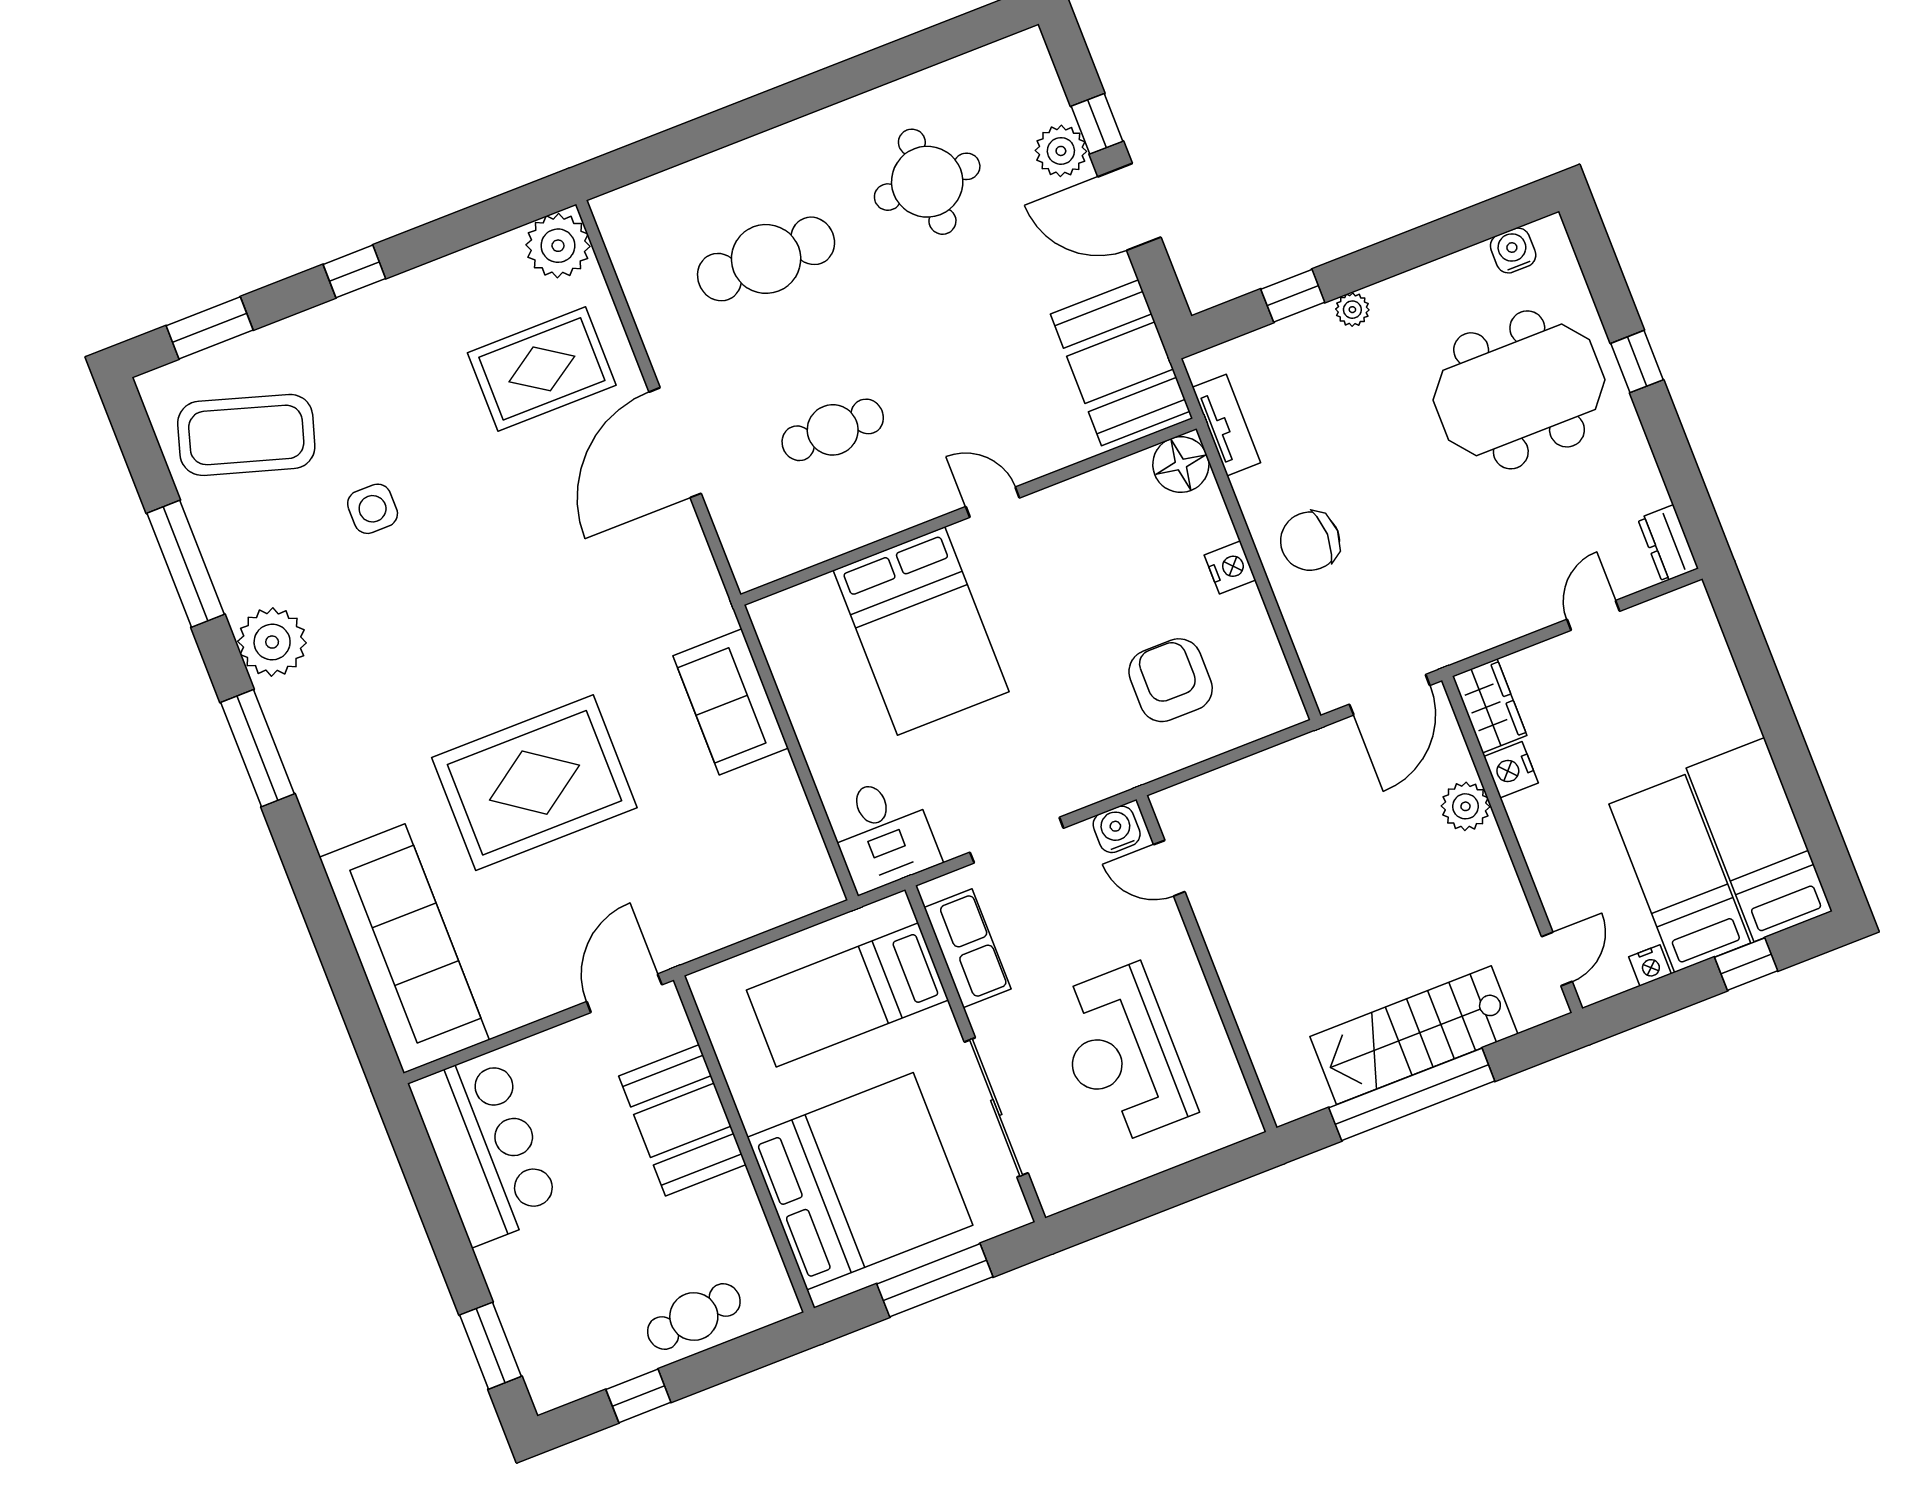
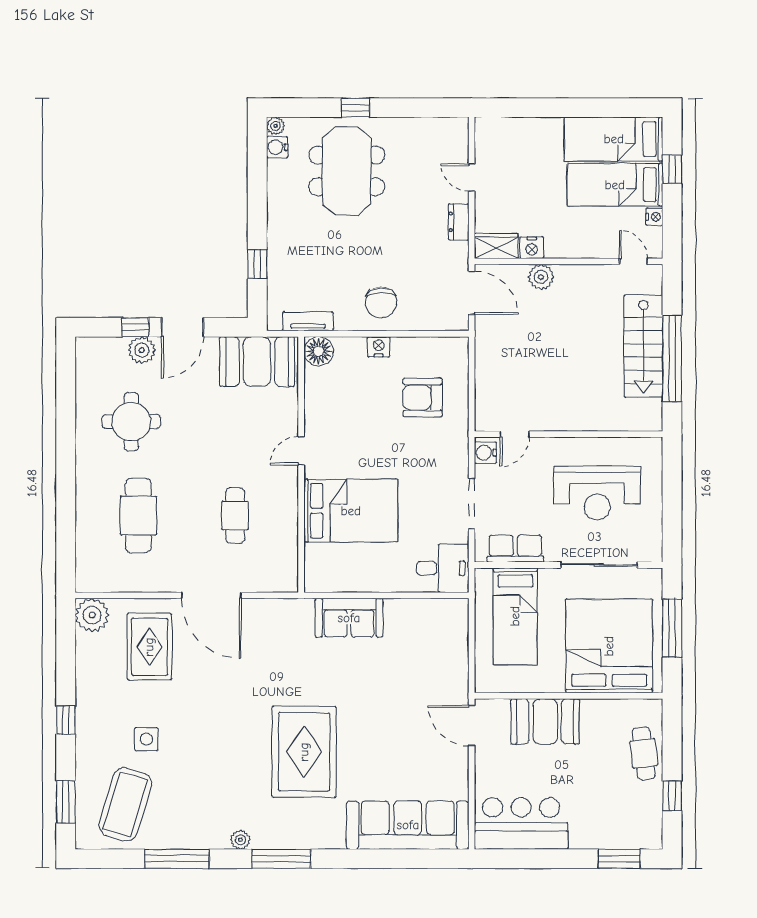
plant: (1352, 310) -> (275, 126), moved
side table: (373, 509) -> (146, 739), moved
dresser: (1668, 544) -> (459, 222), moved, turned 90
plant: (272, 642) -> (240, 840), width x0.53, depth x0.53
rug: (534, 783) -> (304, 752), moved

